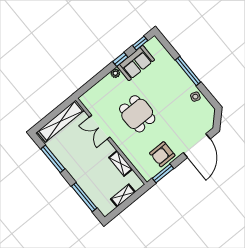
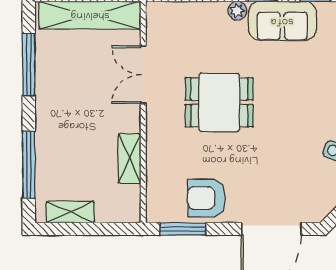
dining table: (137, 114) -> (219, 102), turned 90
shelving: (123, 195) -> (70, 212), moved

